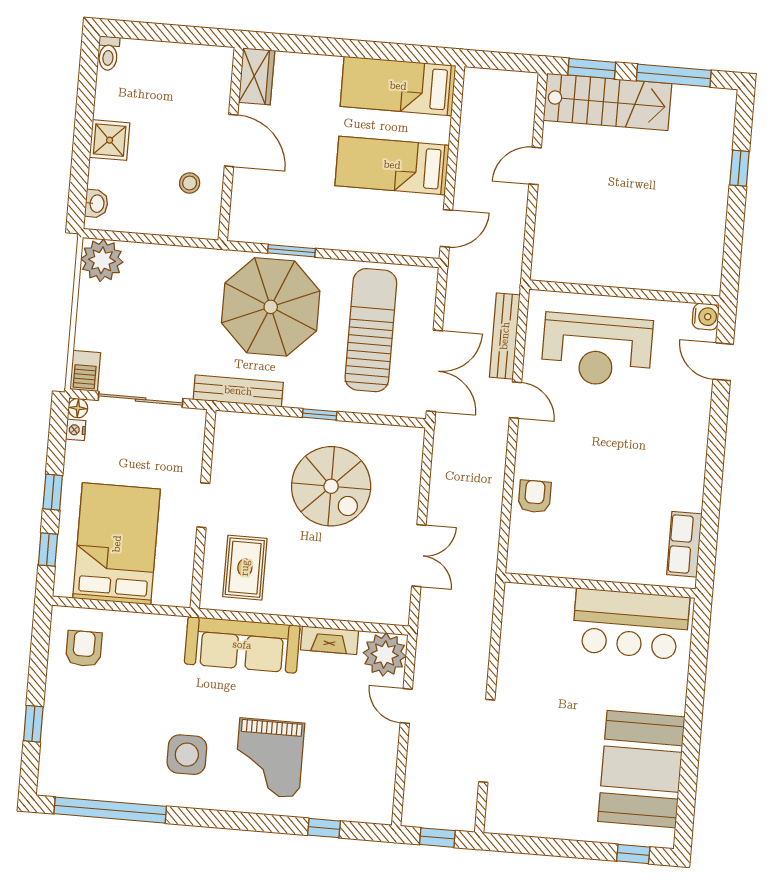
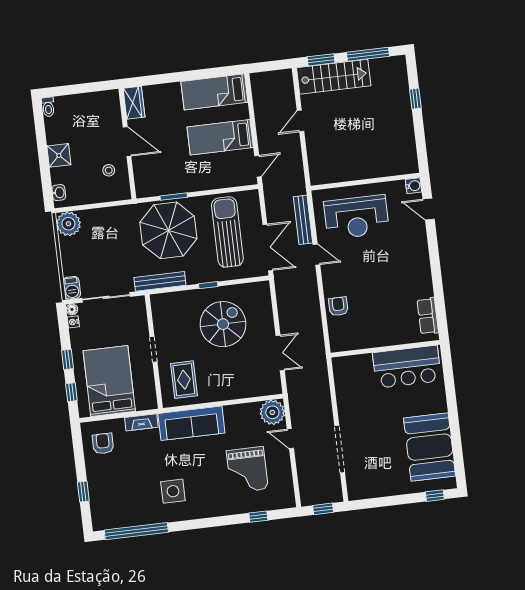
spiral stairs: (331, 486) -> (223, 324), turned -90
fireplace: (330, 640) -> (141, 422), moved
grand piano: (269, 758) -> (247, 470), moved

